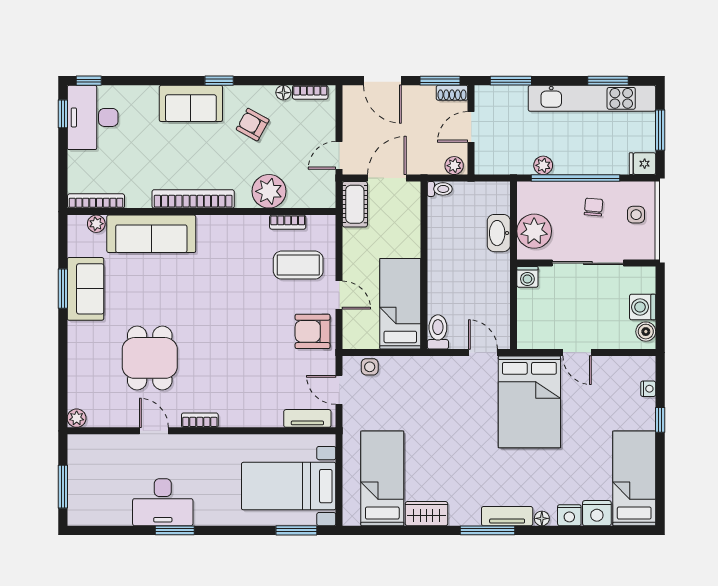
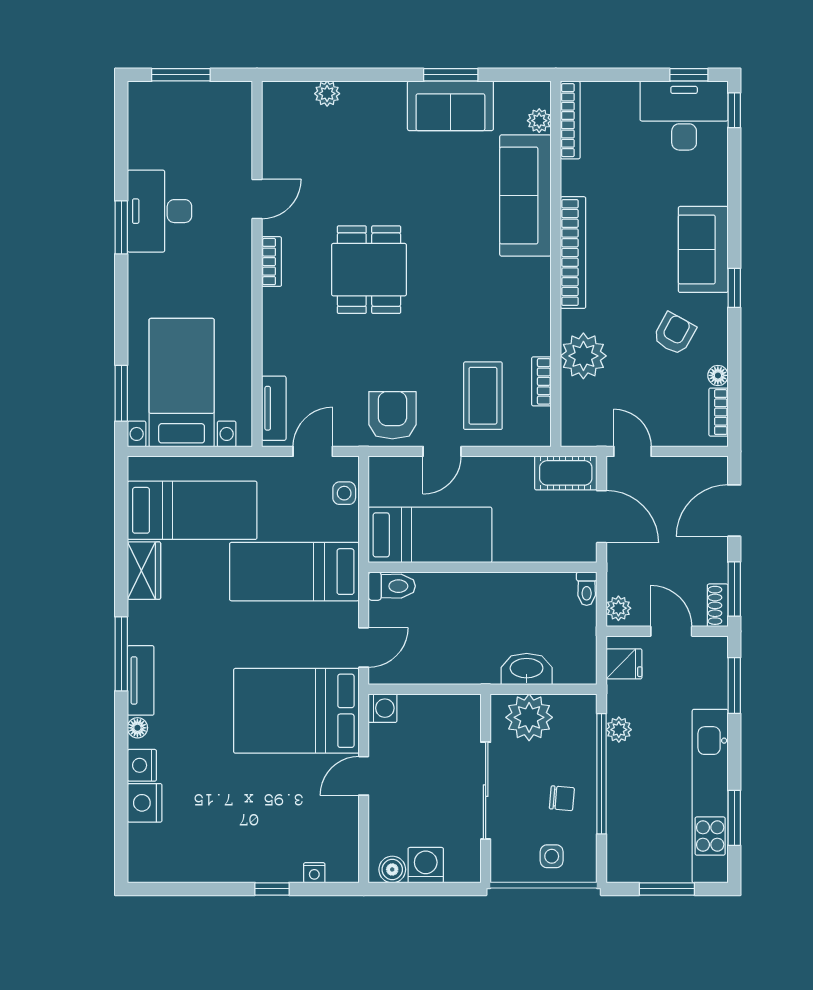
fridge: (642, 164) -> (624, 664), moved, turned 90
washing machine: (527, 277) -> (383, 708), moved, turned 180
dining table: (150, 358) -> (369, 270), moved, turned 90
plant: (77, 418) -> (327, 94), moved
bed: (634, 478) -> (294, 572), moved, turned 180

